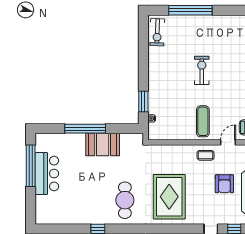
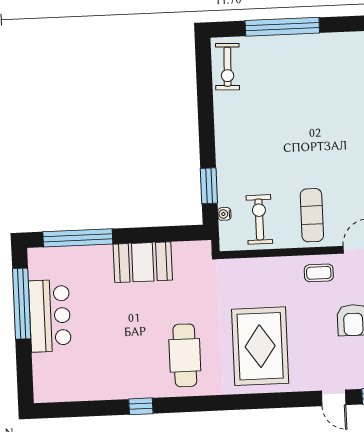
exercise bike: (202, 70) -> (259, 219), moved
window: (85, 129) -> (78, 238), moved

